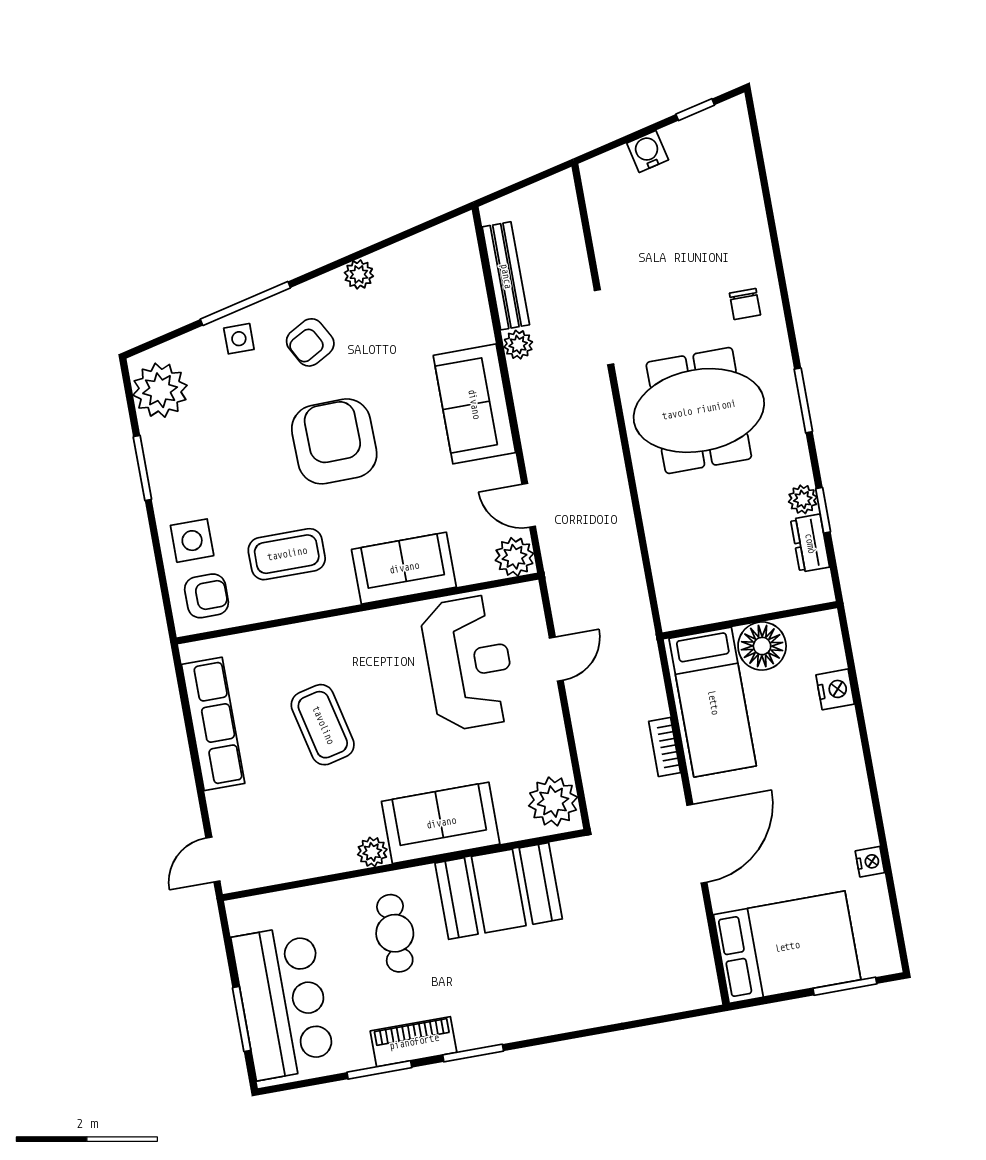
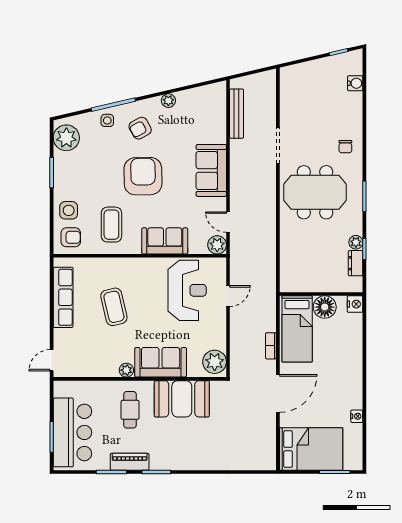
water cooler: (648, 151) -> (355, 83), moved, turned 103
plant: (518, 345) -> (237, 147), removed
coffee table: (287, 554) -> (111, 225), turned 90
nightstand: (835, 689) -> (355, 304), moved

